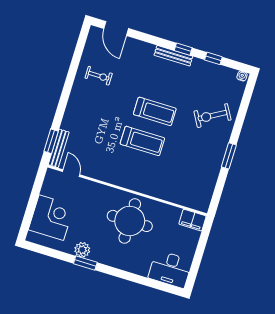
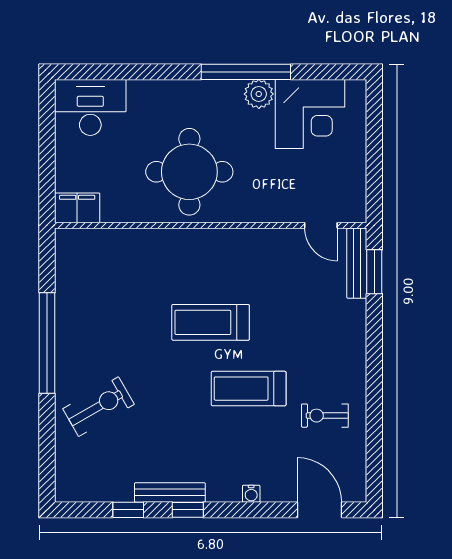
bench: (173, 56) -> (170, 492), moved
water cooler: (242, 76) -> (251, 494), moved
treadmill: (155, 111) -> (249, 389), moved
window: (229, 156) -> (47, 343), width x2.11
corner desk: (51, 218) -> (310, 114), moved, turned -90
window: (85, 263) -> (246, 72), width x2.11

